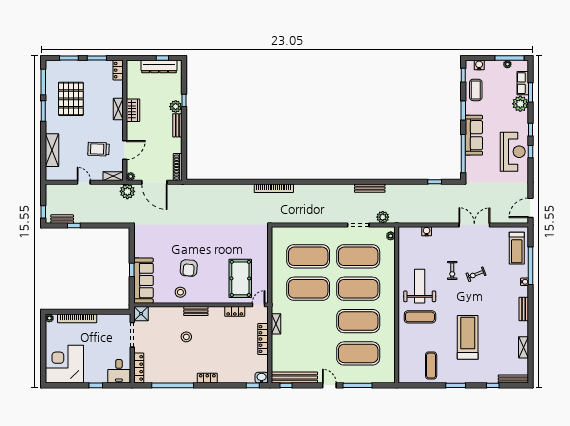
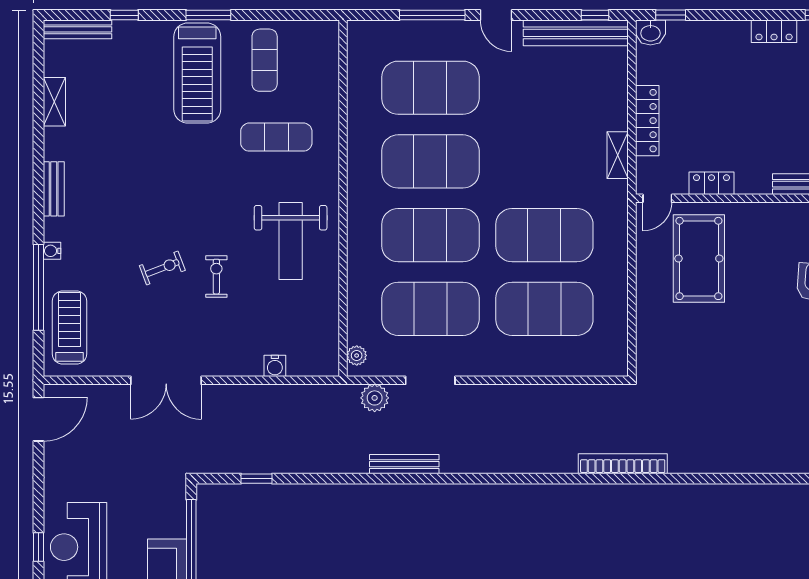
exercise mat: (420, 317) -> (276, 137), moved
treadmill: (468, 337) -> (197, 73), moved

